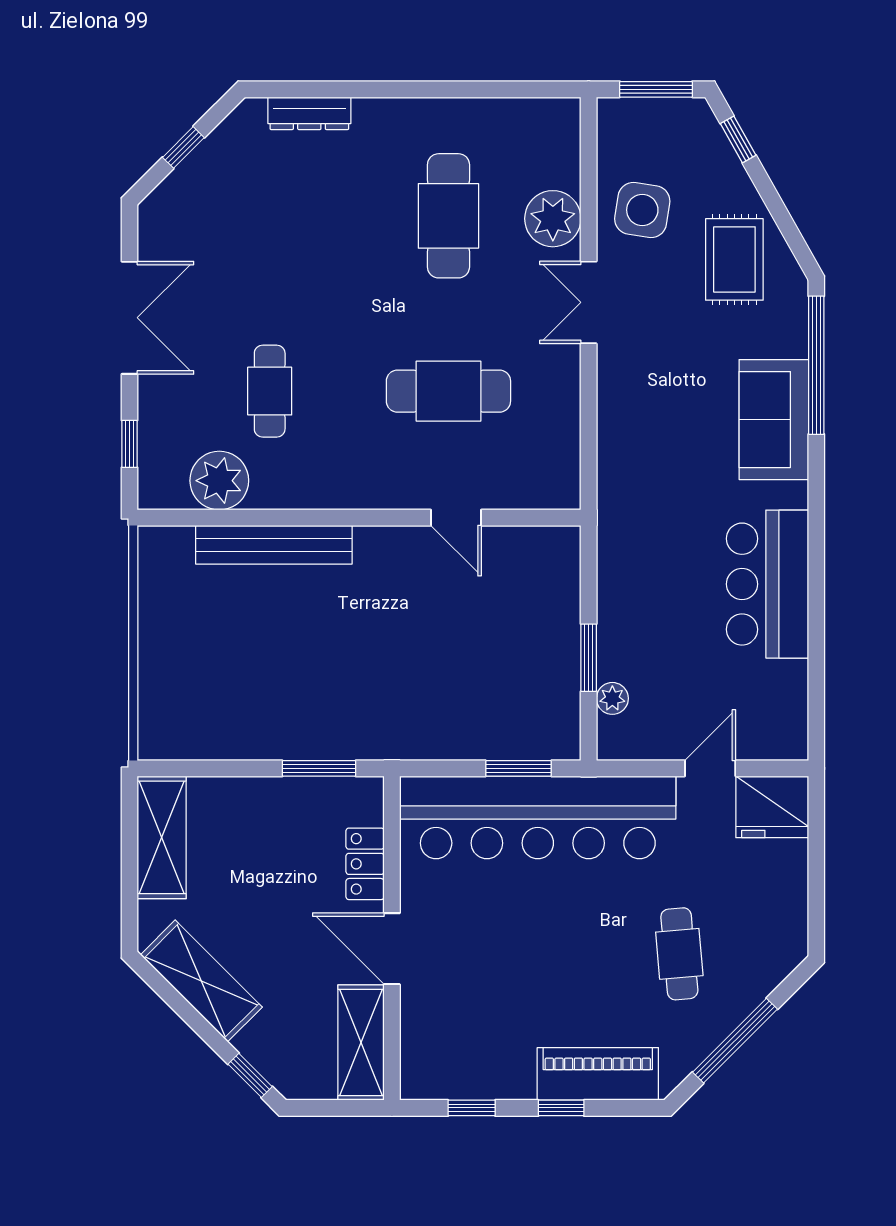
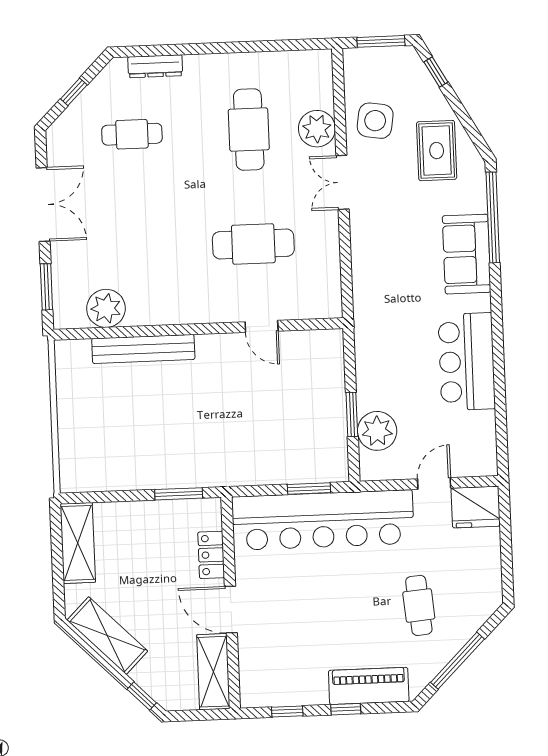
cafe table: (270, 391) -> (132, 134), moved, turned 90
window: (129, 444) -> (46, 287), width x1.50
plant: (612, 698) -> (377, 431), width x1.88, depth x1.88

